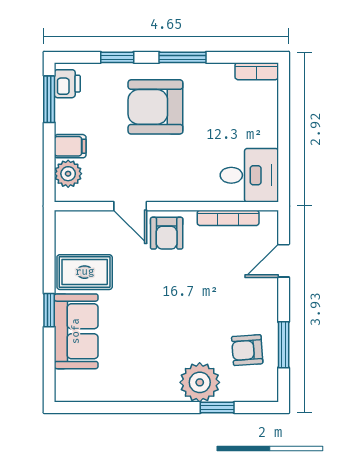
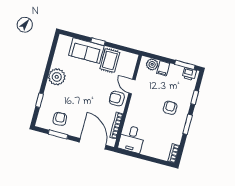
armchair: (155, 107) -> (170, 108), width x0.53, depth x0.53
door: (130, 206) -> (132, 86), hinge flipped
door: (284, 261) -> (93, 144), width x1.88
plant: (200, 382) -> (57, 77), moved

